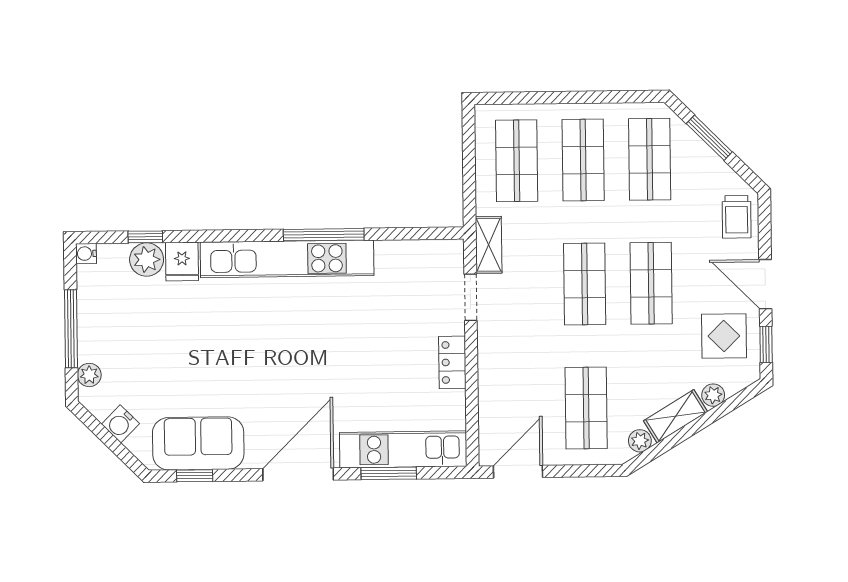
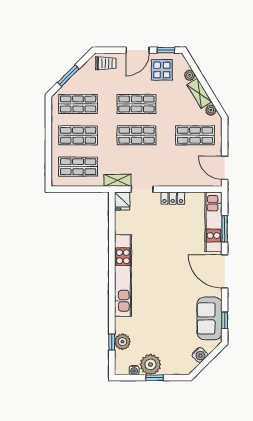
window: (324, 235) -> (112, 258), removed
water cooler: (86, 254) -> (134, 370), moved
fridge: (182, 262) -> (122, 201), moved, turned 90
window: (71, 329) -> (155, 378), width x0.46
plant: (89, 375) -> (150, 364), moved, width x1.88, depth x1.88

